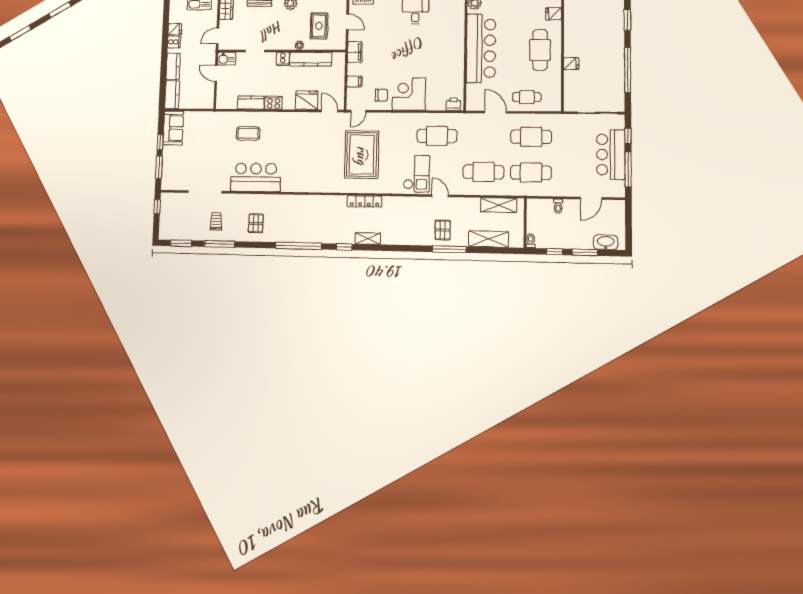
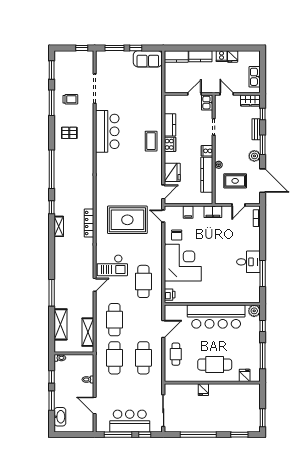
corner desk: (409, 94) -> (183, 263), width x1.36, depth x1.36
coffee table: (248, 133) -> (151, 141), moved
pallet: (443, 230) -> (67, 287), removed

